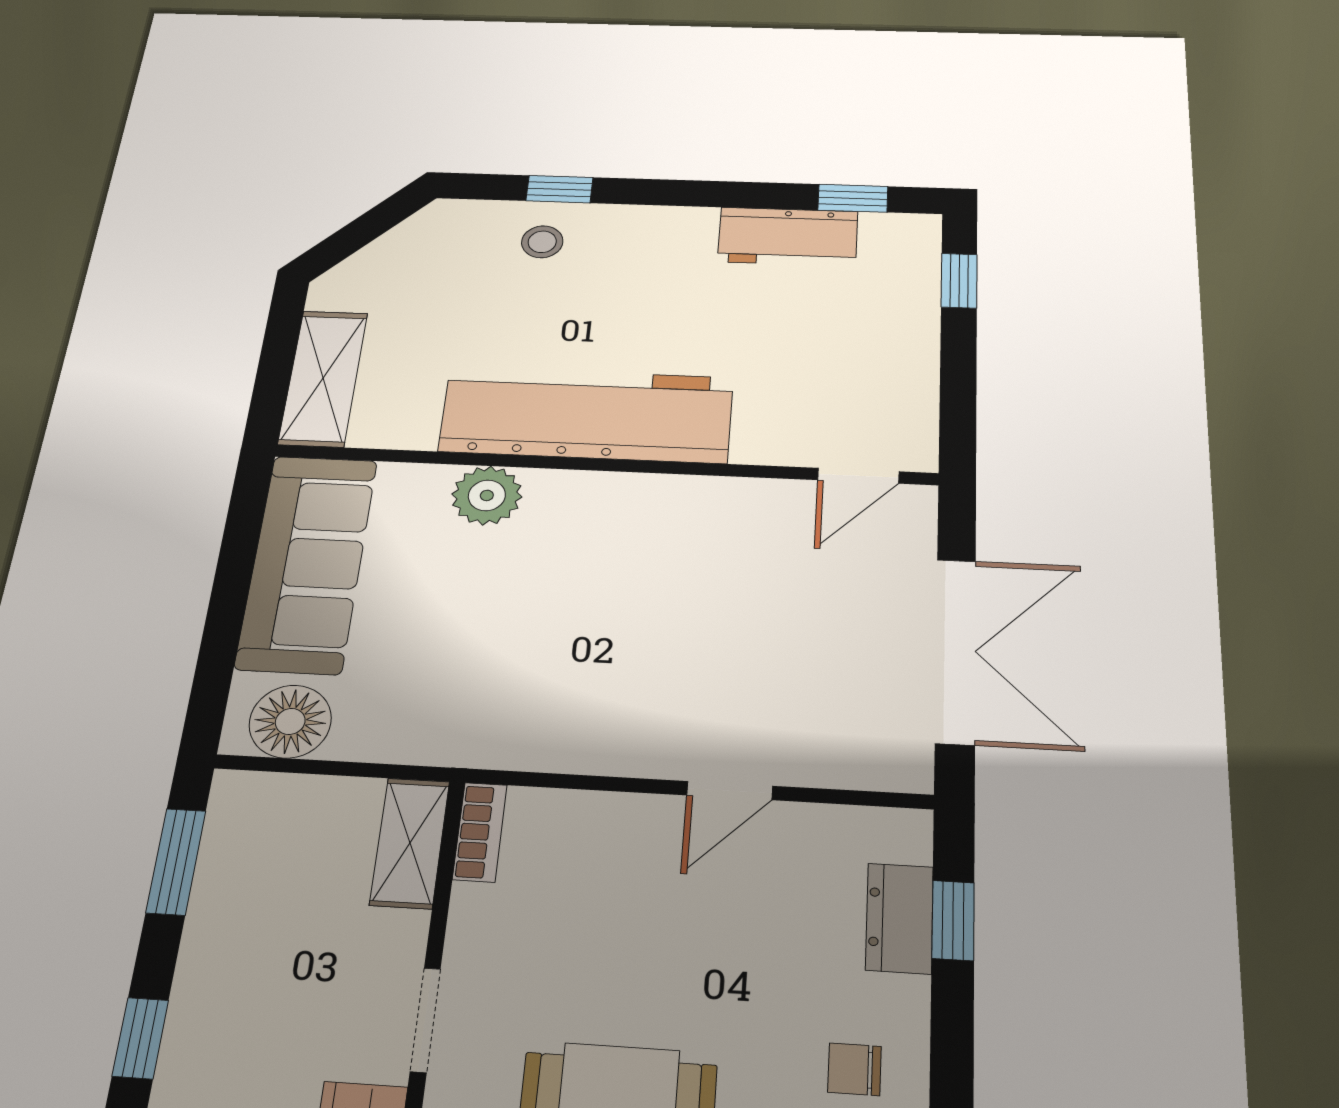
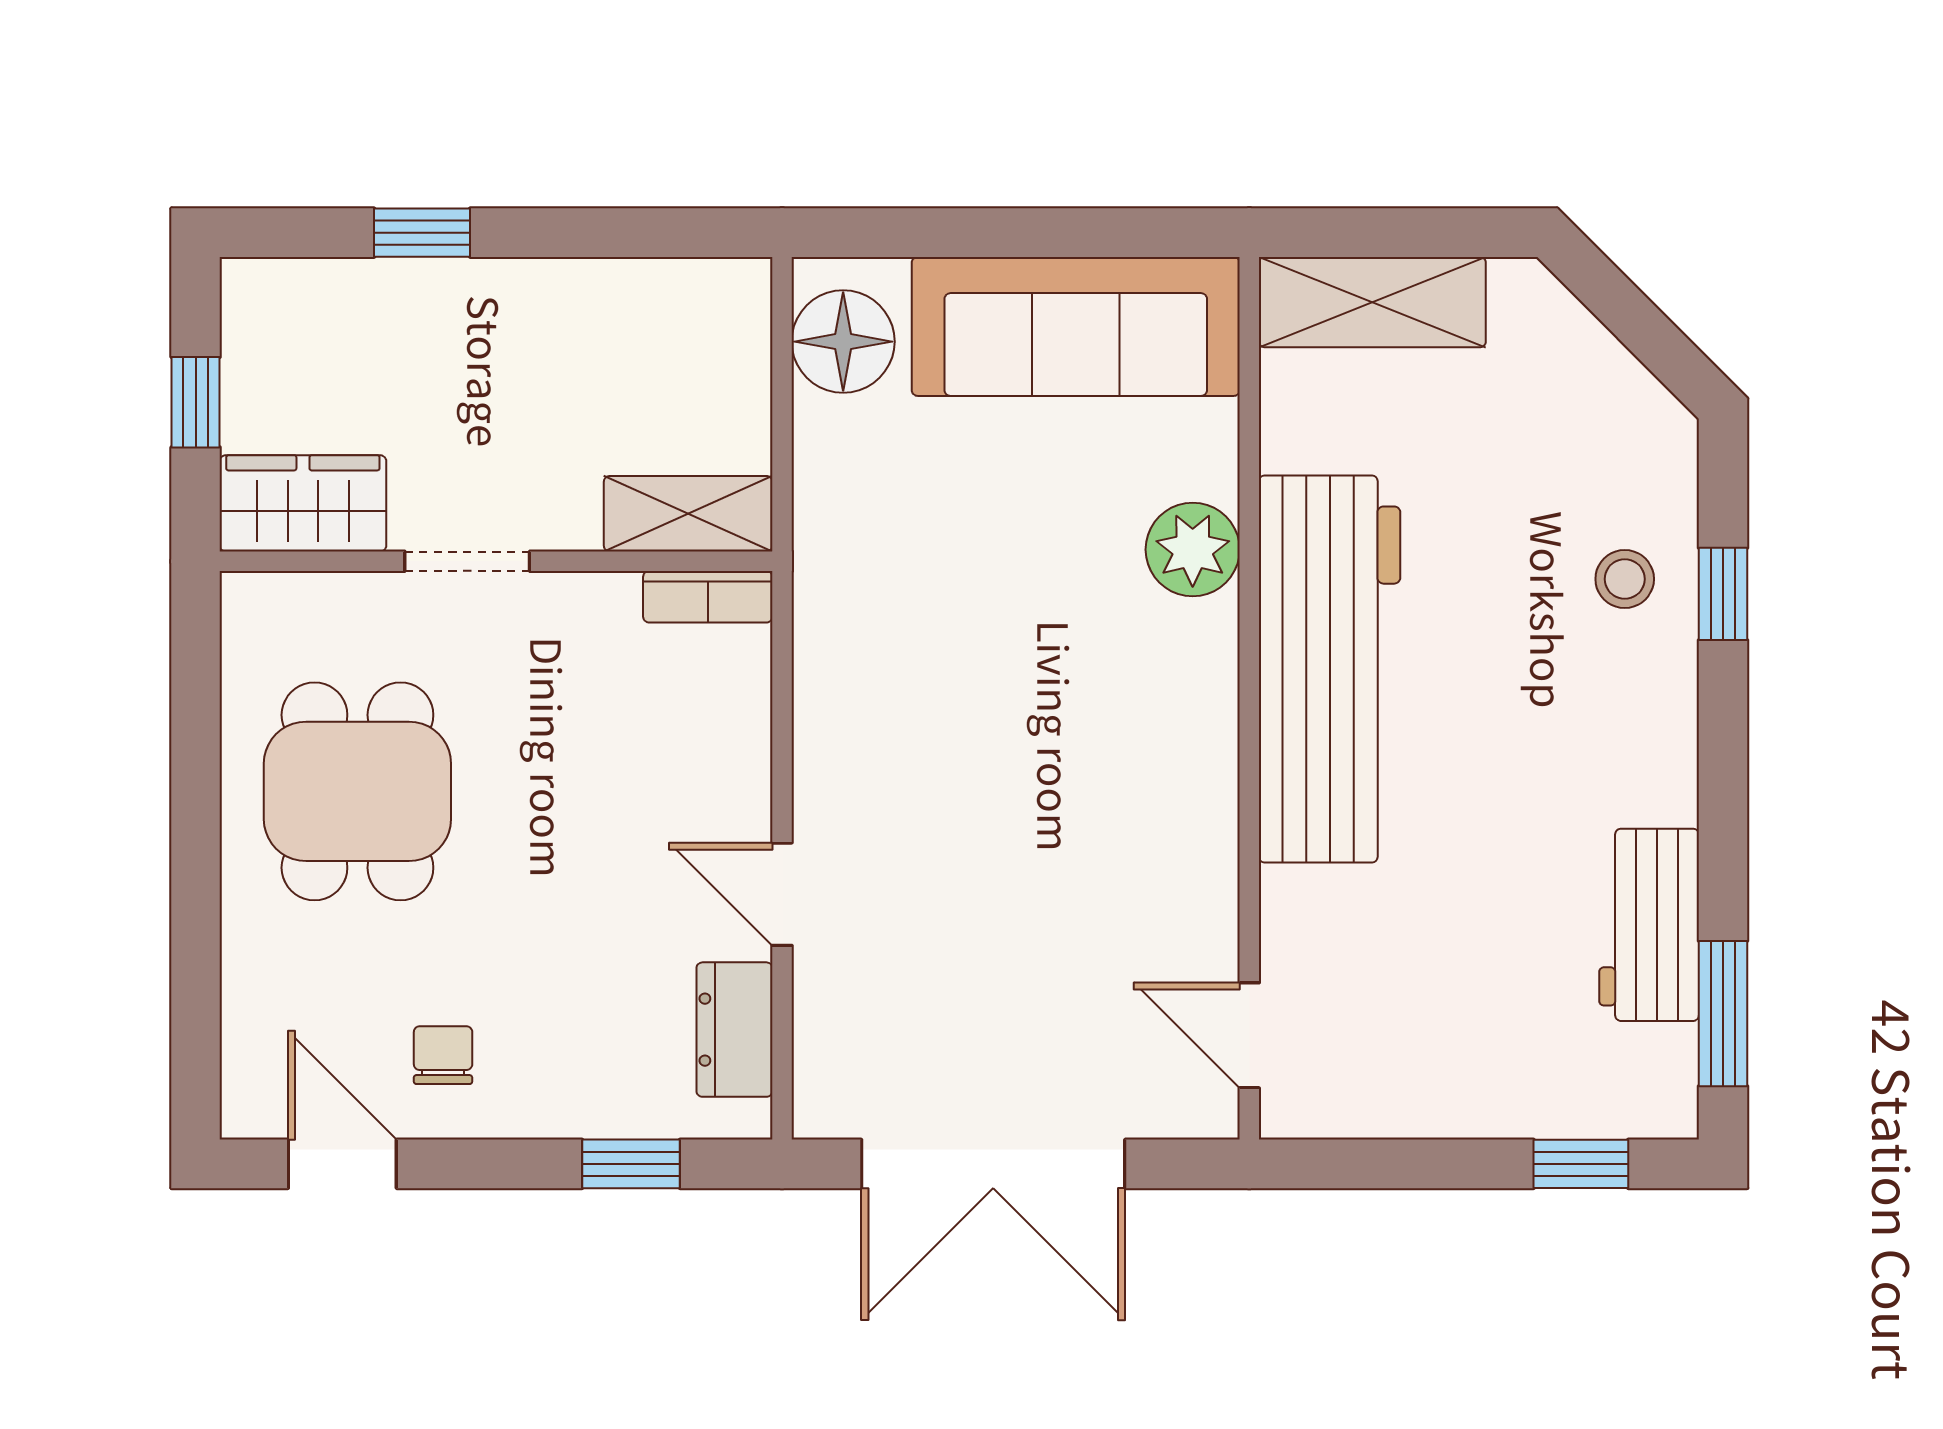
window: (853, 198) -> (1723, 1014), width x1.50
window: (176, 862) -> (645, 233), removed
dresser: (900, 918) -> (734, 1030), moved, turned -90

